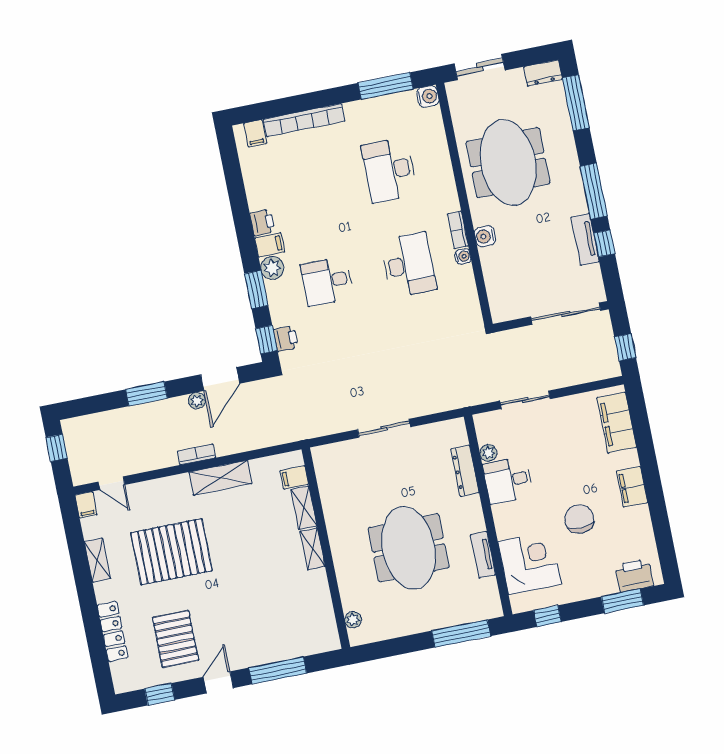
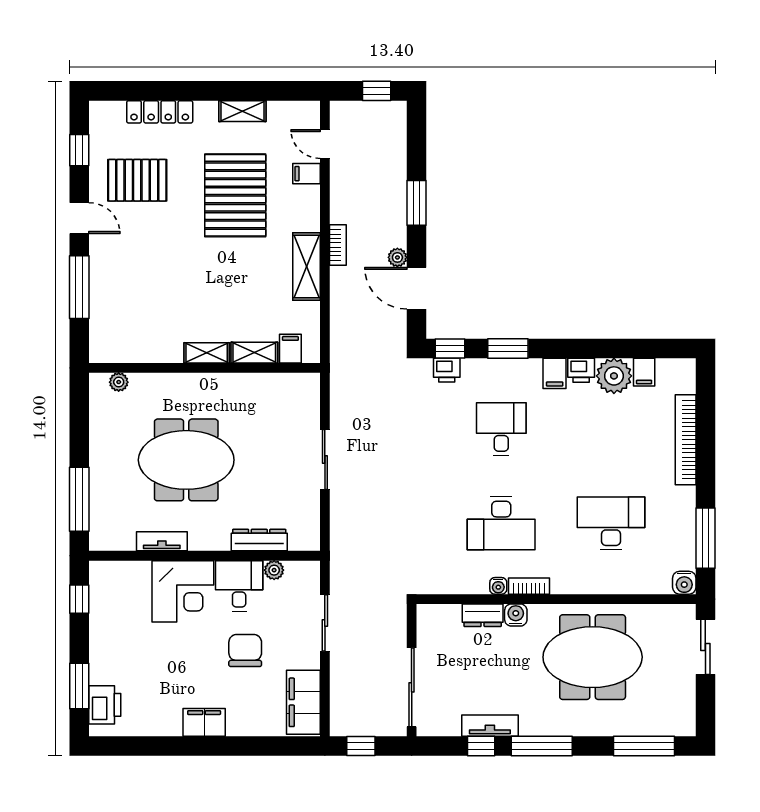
dresser: (543, 73) -> (483, 615), moved, turned -90
filing cabinet: (255, 133) -> (644, 372), moved, turned -90
plant: (272, 268) -> (614, 376), moved, width x1.36, depth x1.36
filing cabinet: (617, 422) -> (303, 702), moved, turned -90
door: (112, 483) -> (325, 144), hinge flipped
filing cabinet: (86, 505) -> (307, 174), moved
chair: (579, 519) -> (245, 650), moved, turned -90
corner desk: (530, 563) -> (183, 591), moved

